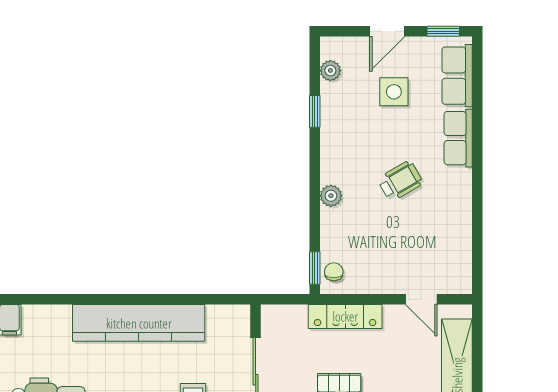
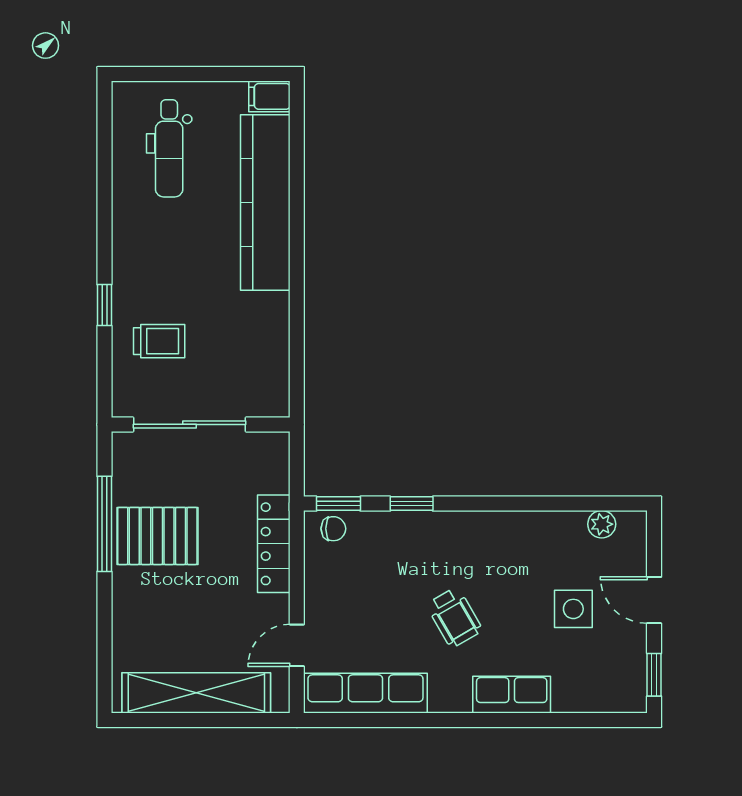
row of seats: (457, 76) -> (365, 693), moved, width x1.48
window: (315, 111) -> (412, 504), moved
plant: (331, 196) -> (435, 525), removed
kitchen counter: (139, 323) -> (265, 202), moved

